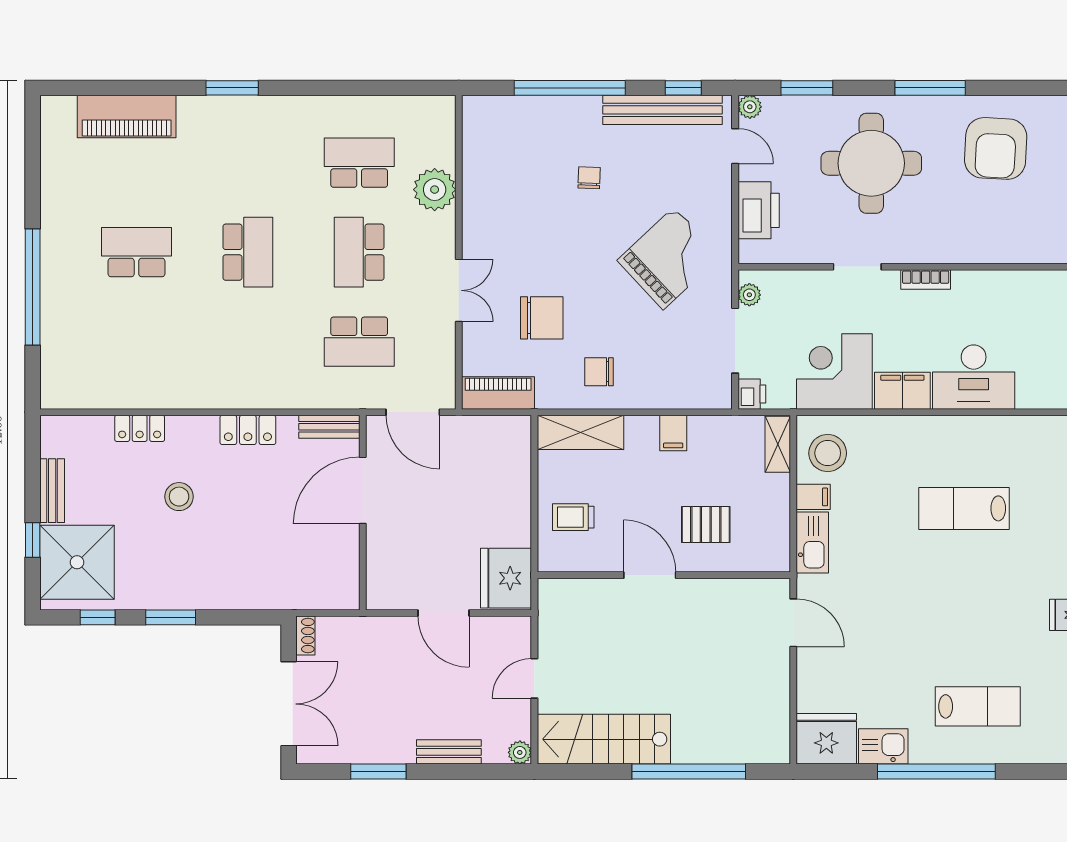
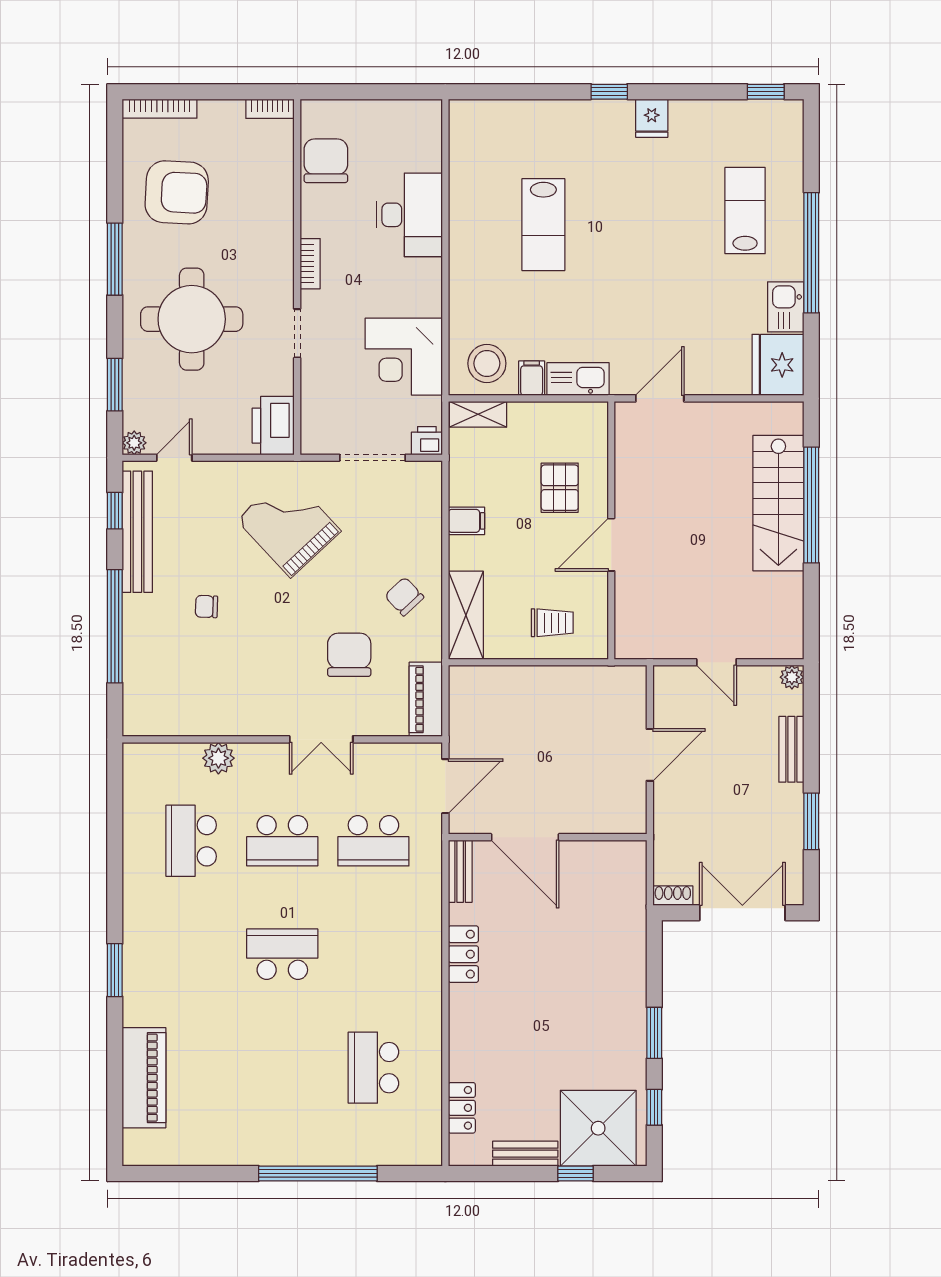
plant: (435, 190) -> (218, 758), width x0.73, depth x0.73
printer: (759, 210) -> (273, 426), moved, turned -90
school desk: (136, 252) -> (373, 1068), moved
double door: (459, 290) -> (321, 739), swing flipped
plant: (749, 295) -> (326, 443), removed
chair: (1027, 295) -> (326, 161), added
school desk: (359, 342) -> (373, 841), turned 90
chair: (599, 372) -> (404, 596), turned 137
filing cabinet: (902, 391) -> (423, 287), removed
locker: (140, 428) -> (462, 1108), moved
stool: (179, 497) -> (531, 1024), removed
trolley: (573, 517) -> (552, 623), turned -90
fridge: (506, 578) -> (614, 691), removed
stairs: (604, 739) -> (778, 503), moved

